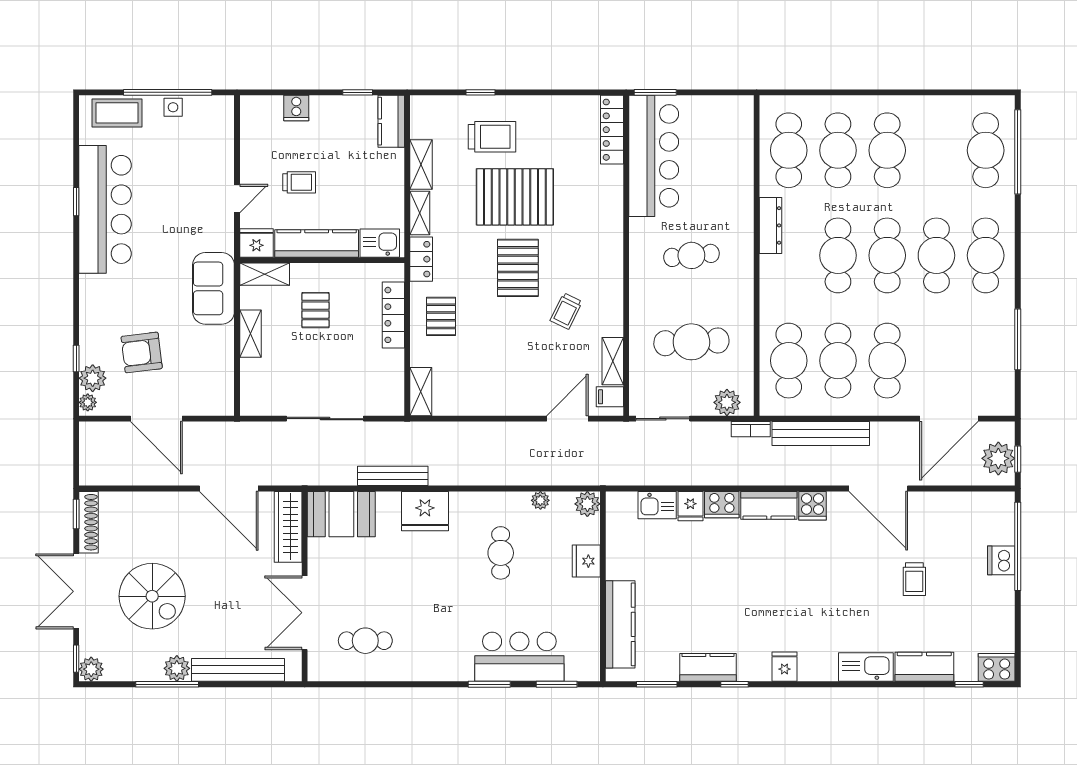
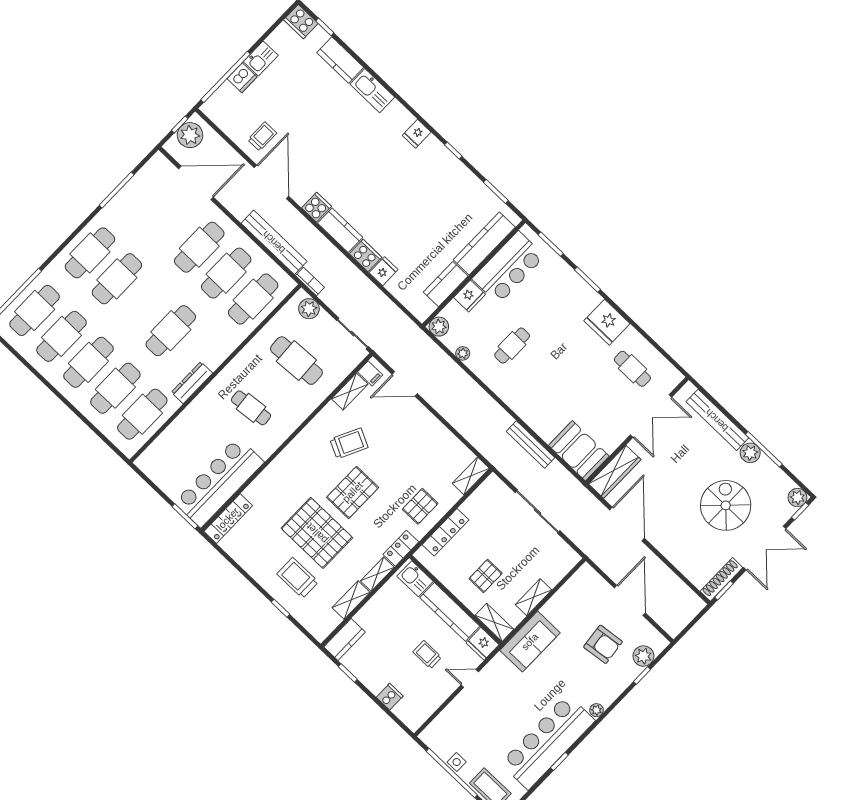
cafe table: (887, 255) -> (62, 336), moved
trolley: (566, 311) -> (349, 443), width x1.36, depth x1.39
plant: (88, 402) -> (596, 710), moved
kitchen sink: (657, 505) -> (261, 58), moved, turned 90
fridge: (425, 511) -> (607, 322), moved, turned 180
trolley: (914, 579) -> (262, 136), moved
bar counter: (519, 657) -> (508, 267), moved, turned -90
kitchen counter: (708, 667) -> (446, 284), moved, turned 90

